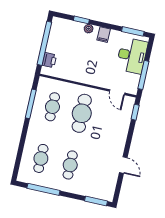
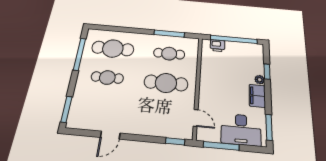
filing cabinet: (104, 35) -> (257, 96), width x2.00
door: (117, 92) -> (196, 118), swing flipped
cafe table: (41, 158) -> (113, 48), width x1.37, depth x1.35

